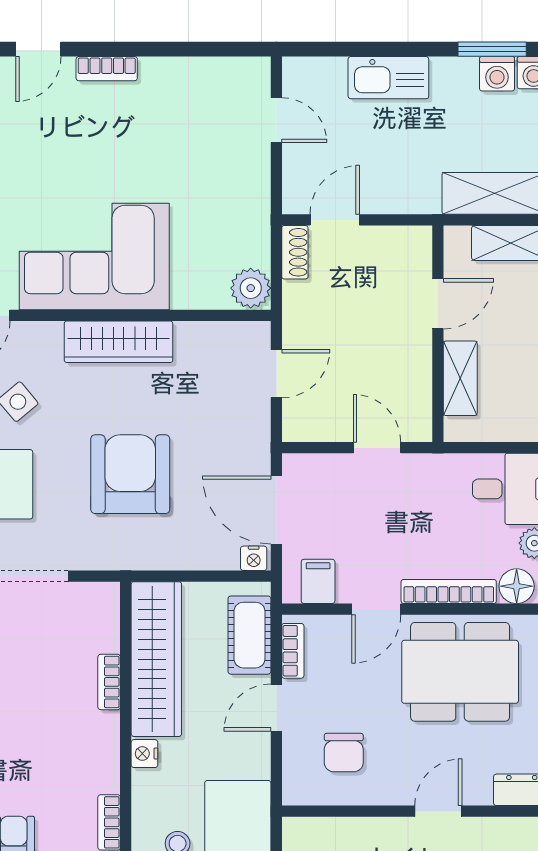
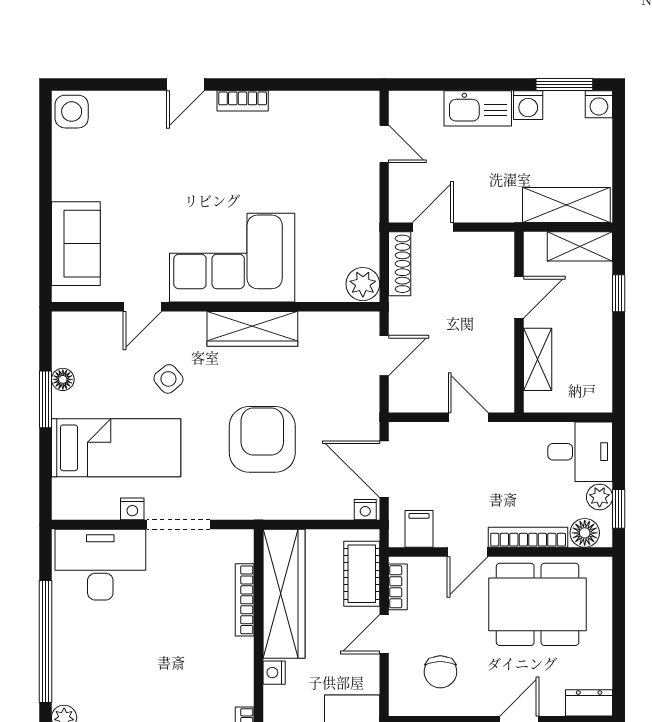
washing machine: (497, 74) -> (528, 105), moved
shoe rack: (295, 252) -> (400, 264), width x1.43
bookcase: (109, 682) -> (245, 600), width x1.56

